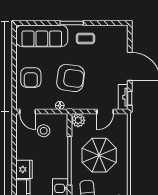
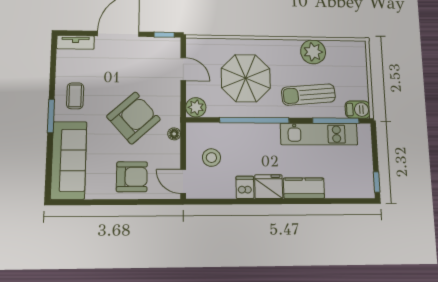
armchair: (71, 78) -> (134, 118), turned 40
tv unit: (123, 97) -> (76, 42), moved
door: (28, 112) -> (183, 181), swing flipped
dishwasher: (24, 153) -> (245, 187), added

